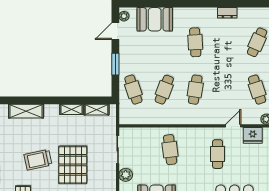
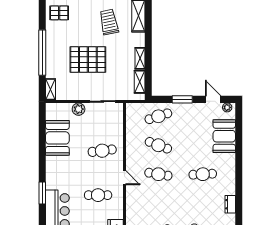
door: (233, 126) -> (124, 178), moved
trolley: (38, 160) -> (109, 22), moved

